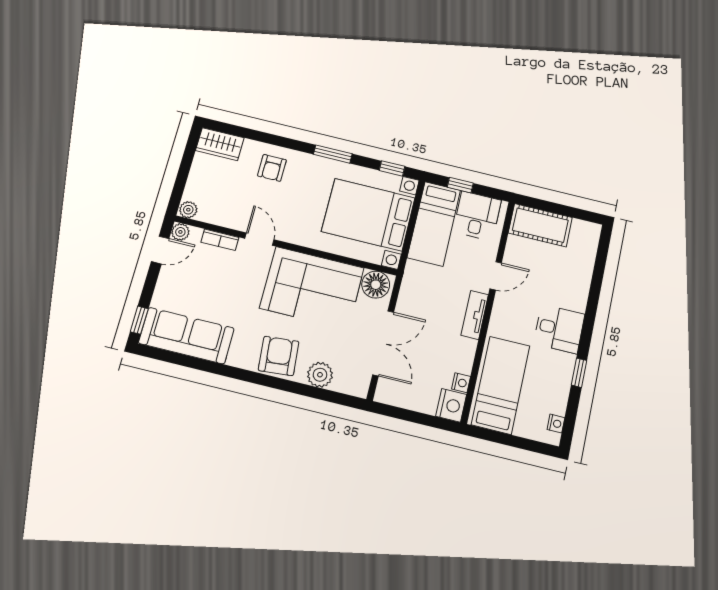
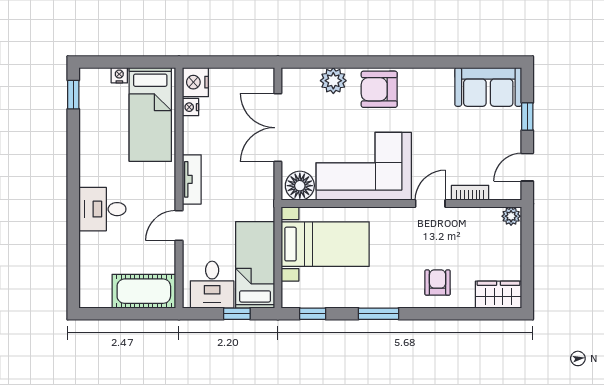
bed with nightstands: (368, 215) -> (325, 244), width x0.73
plant: (180, 232) -> (512, 191), removed
door: (259, 239) -> (430, 204), swing flipped
window: (139, 320) -> (527, 116), moved
desk: (559, 329) -> (102, 209), moved
sofa: (186, 336) -> (488, 87), width x0.73
armchair: (279, 356) -> (379, 89), turned 95
window: (579, 373) -> (73, 95), moved
nightstand: (556, 424) -> (119, 75), moved, turned 90

